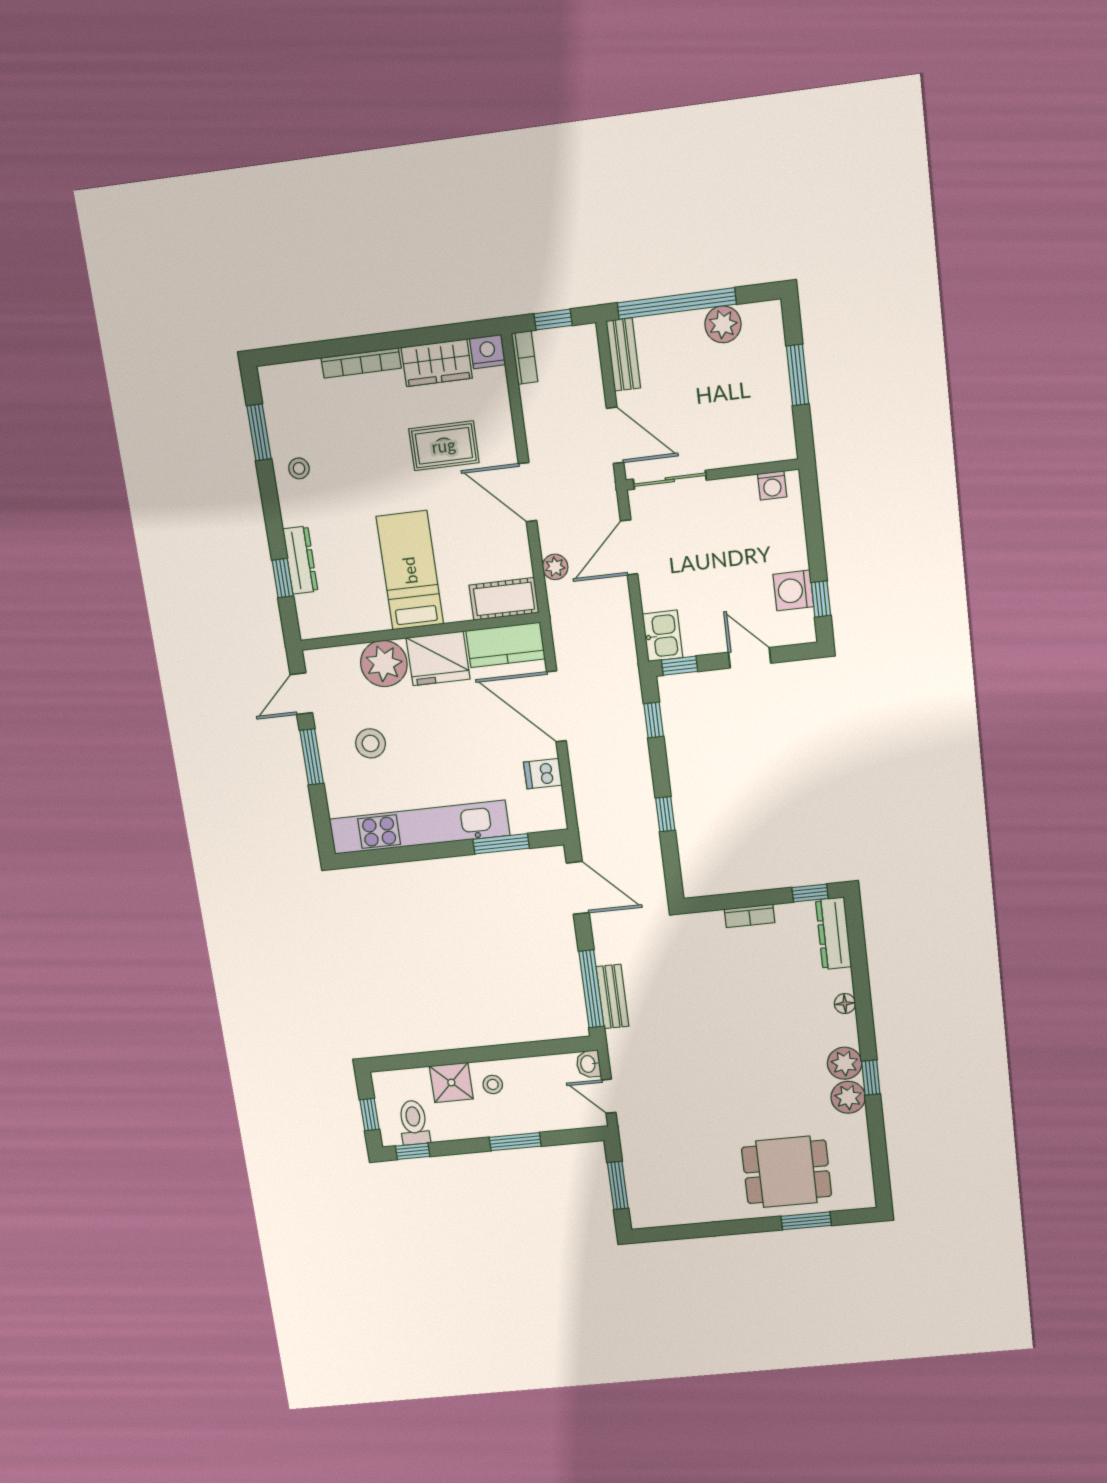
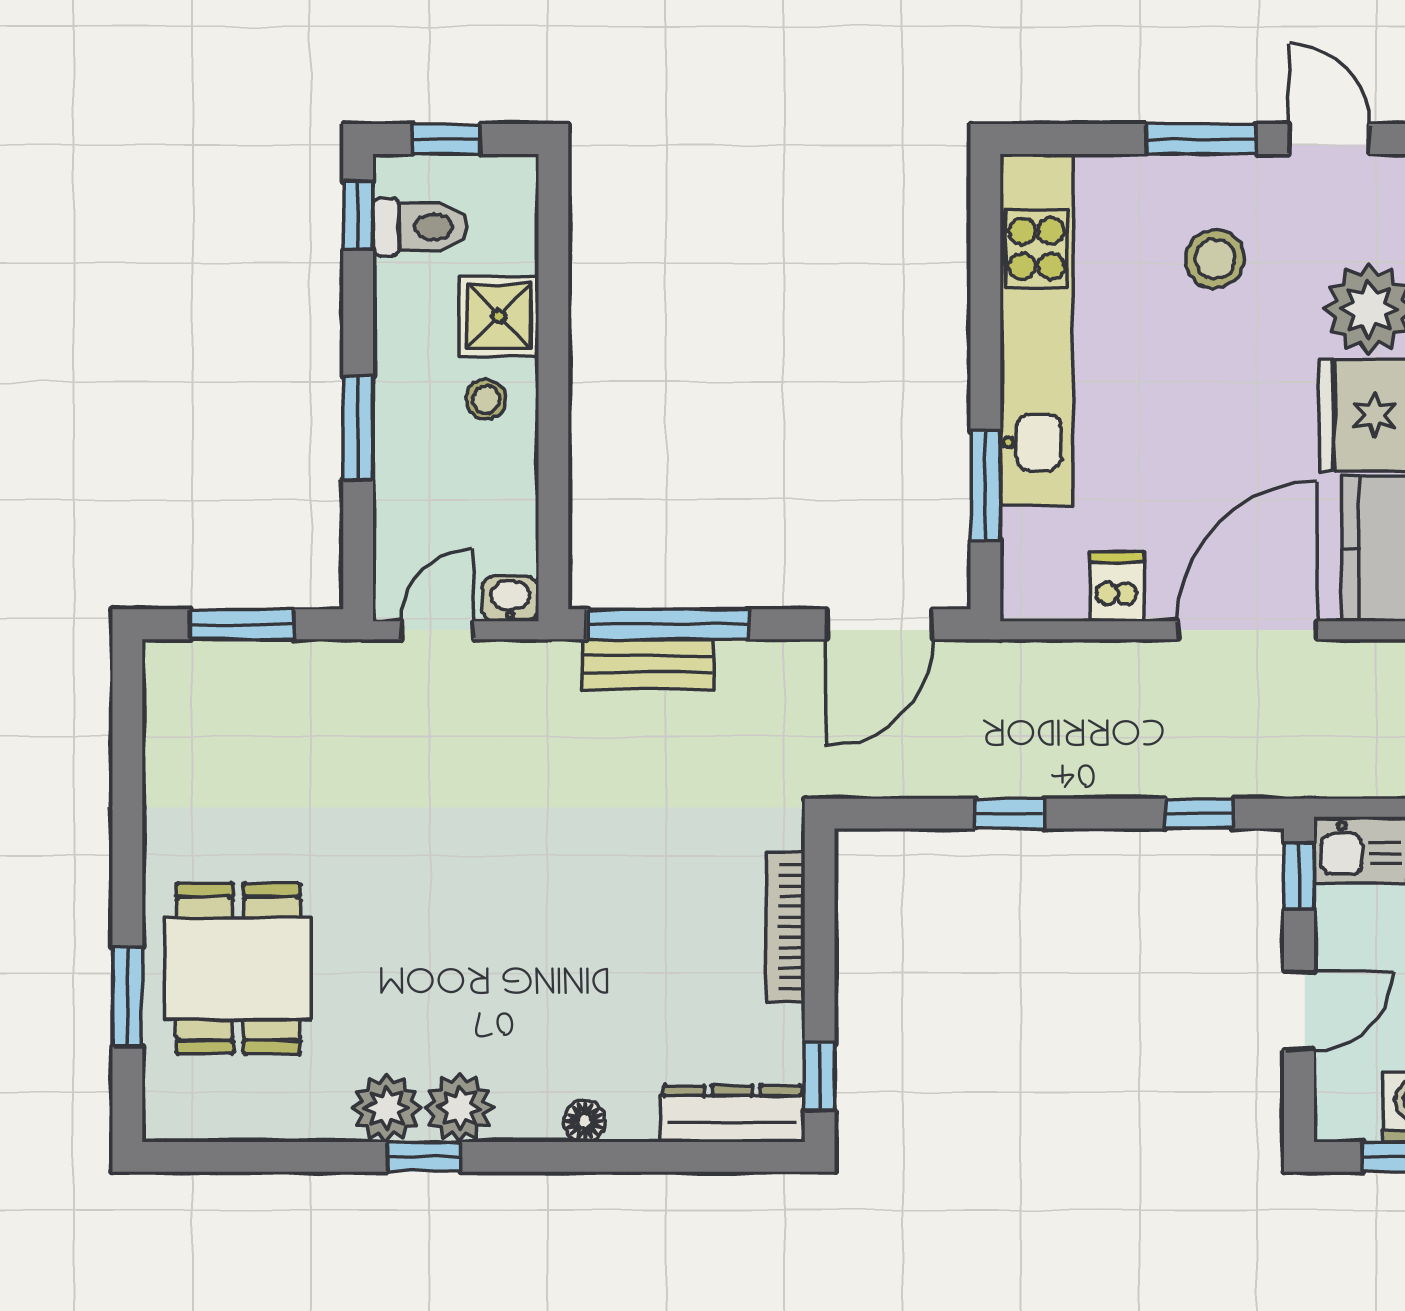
bookcase: (750, 916) -> (786, 927), width x1.56

